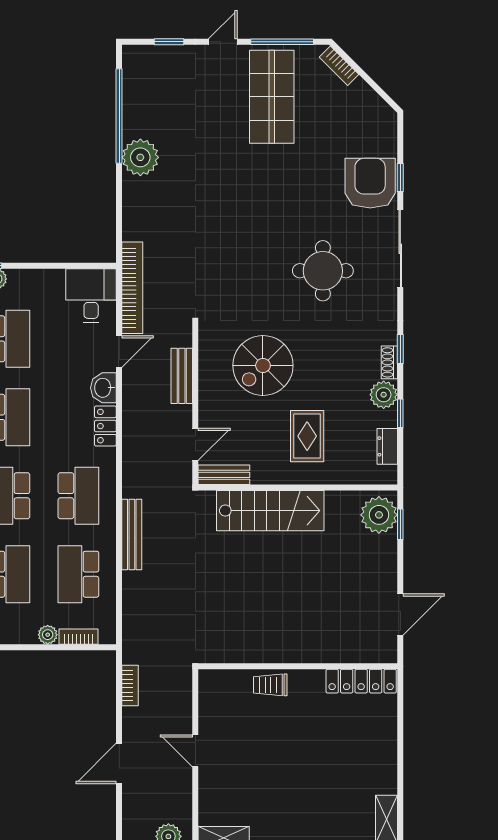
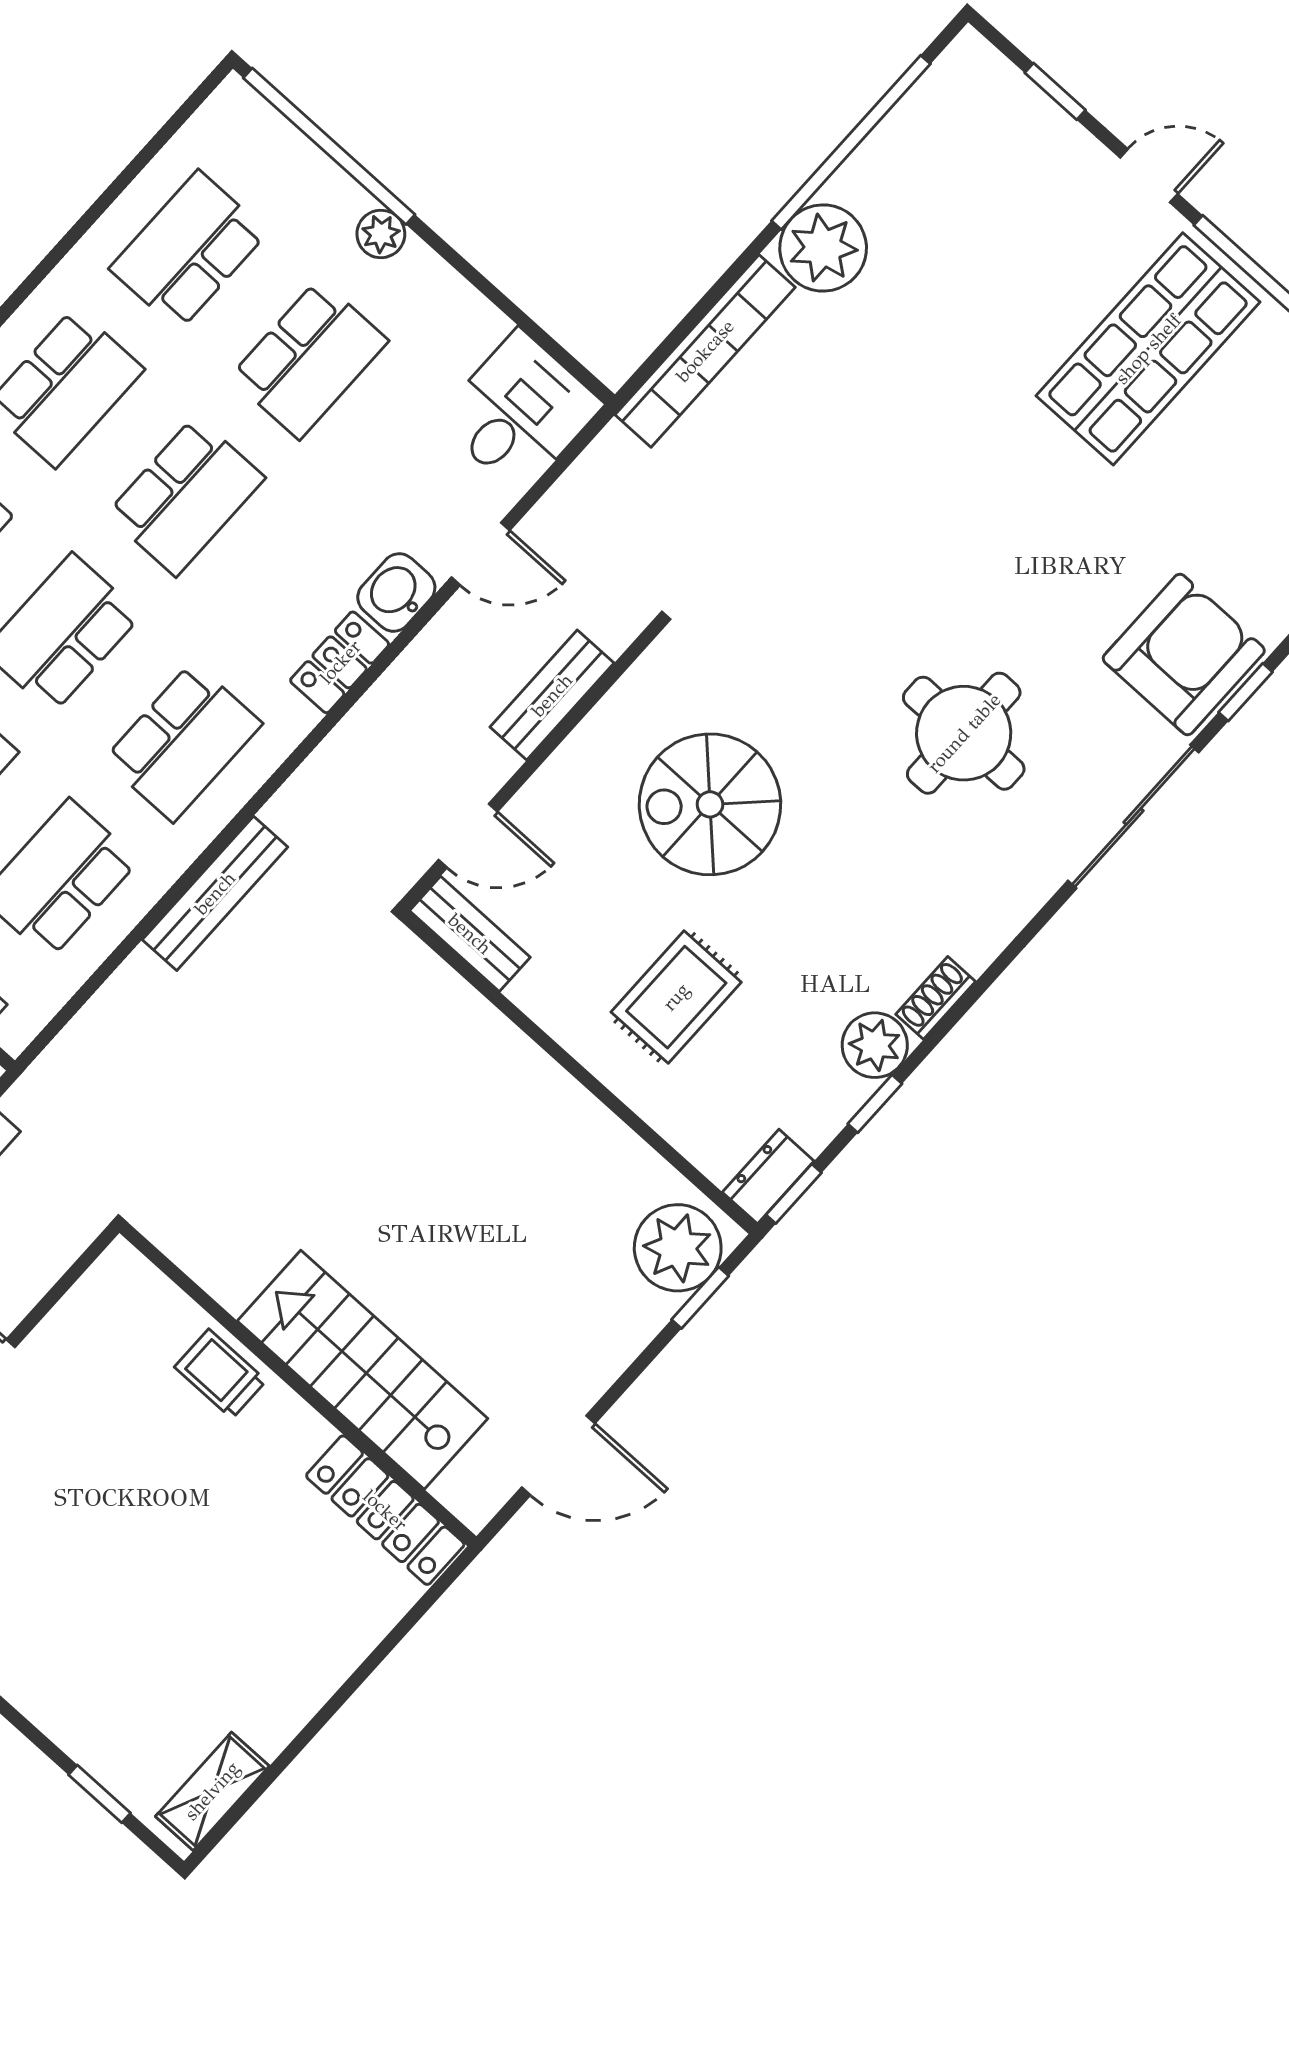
bookcase: (132, 288) -> (705, 351), moved
window: (400, 349) -> (794, 1194), moved
dresser: (387, 446) -> (768, 1177), moved
stairs: (270, 511) -> (363, 1370), moved, turned 180

